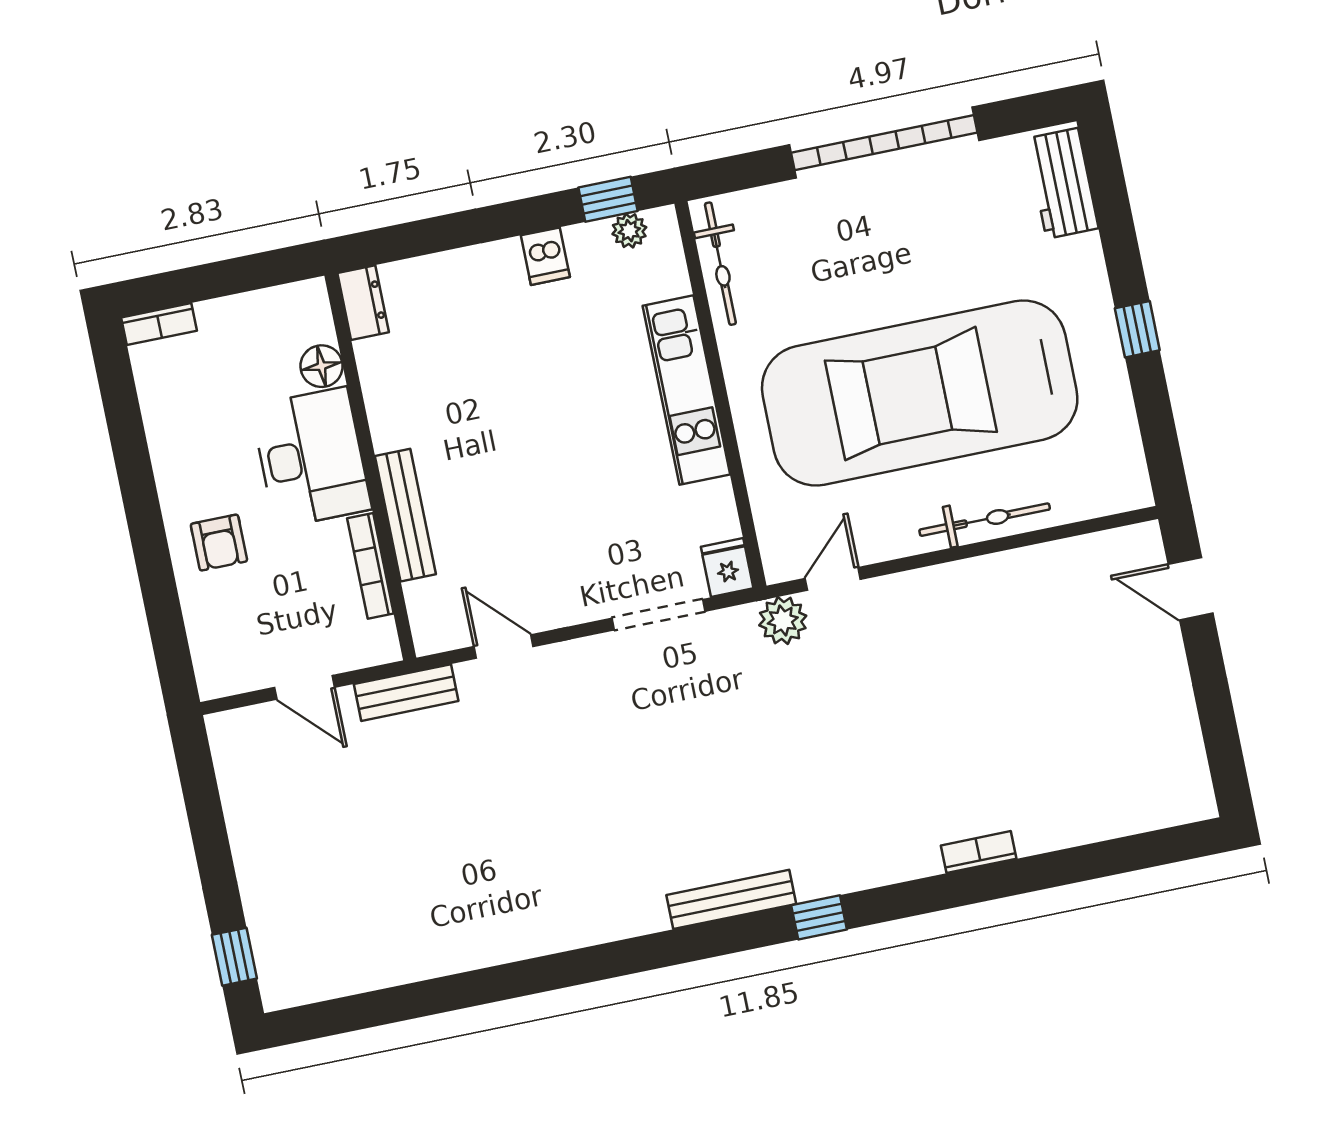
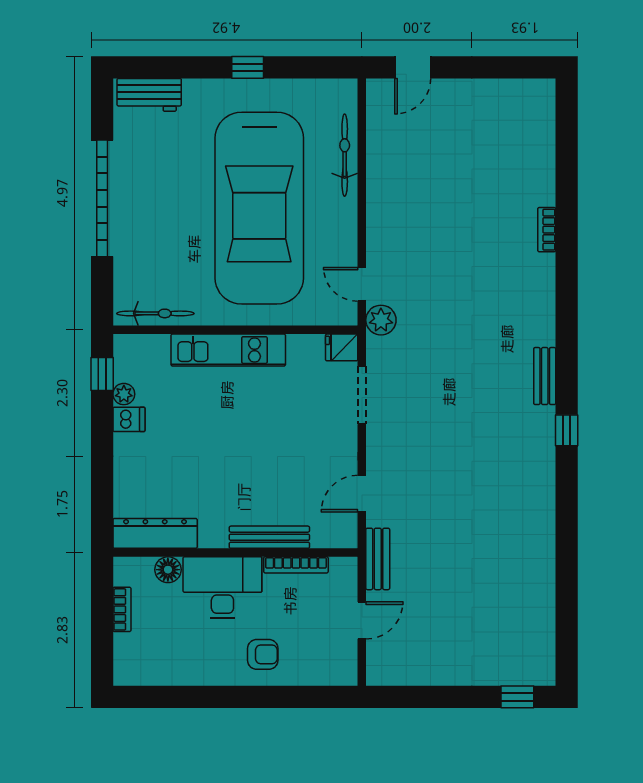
plant: (629, 231) -> (124, 394), moved
dresser: (363, 303) -> (155, 533), width x1.96, depth x1.24
bookcase: (159, 324) -> (122, 609), moved
bicycle: (985, 520) -> (345, 155), moved
bench: (731, 899) -> (545, 376), width x0.73
window: (819, 917) -> (567, 430), moved

